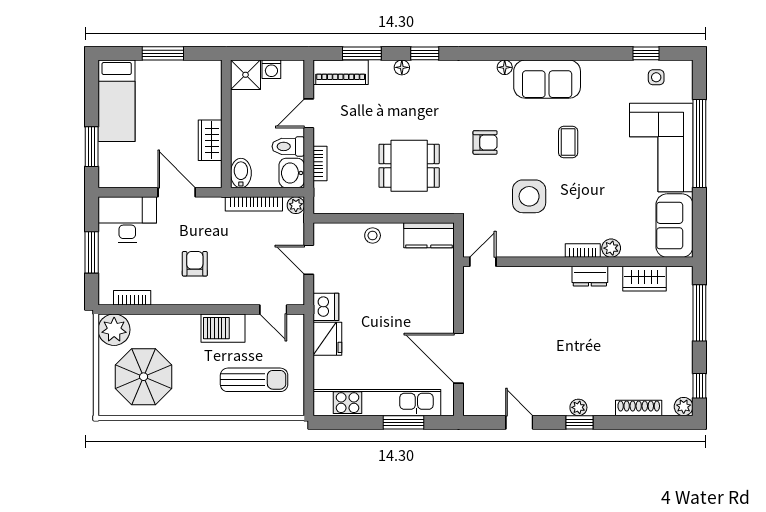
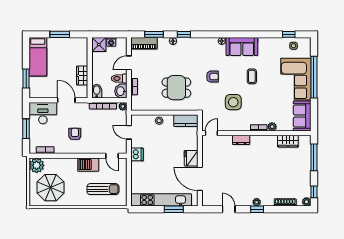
dresser: (590, 276) -> (241, 140), moved
fridge: (327, 339) -> (191, 158), moved, turned 180

